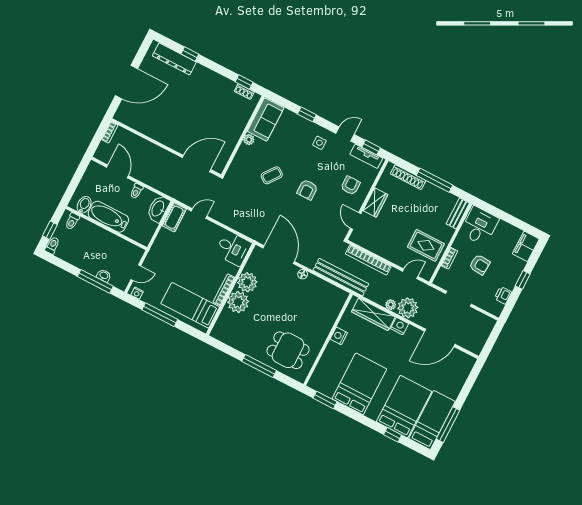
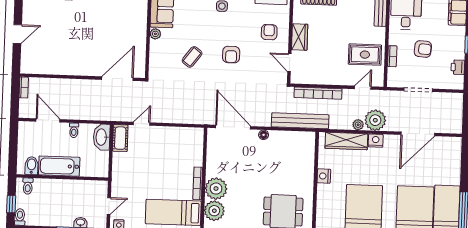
door: (126, 82) -> (17, 34), width x0.53
desk: (233, 248) -> (188, 141), removed
plant: (247, 282) -> (214, 211), moved

